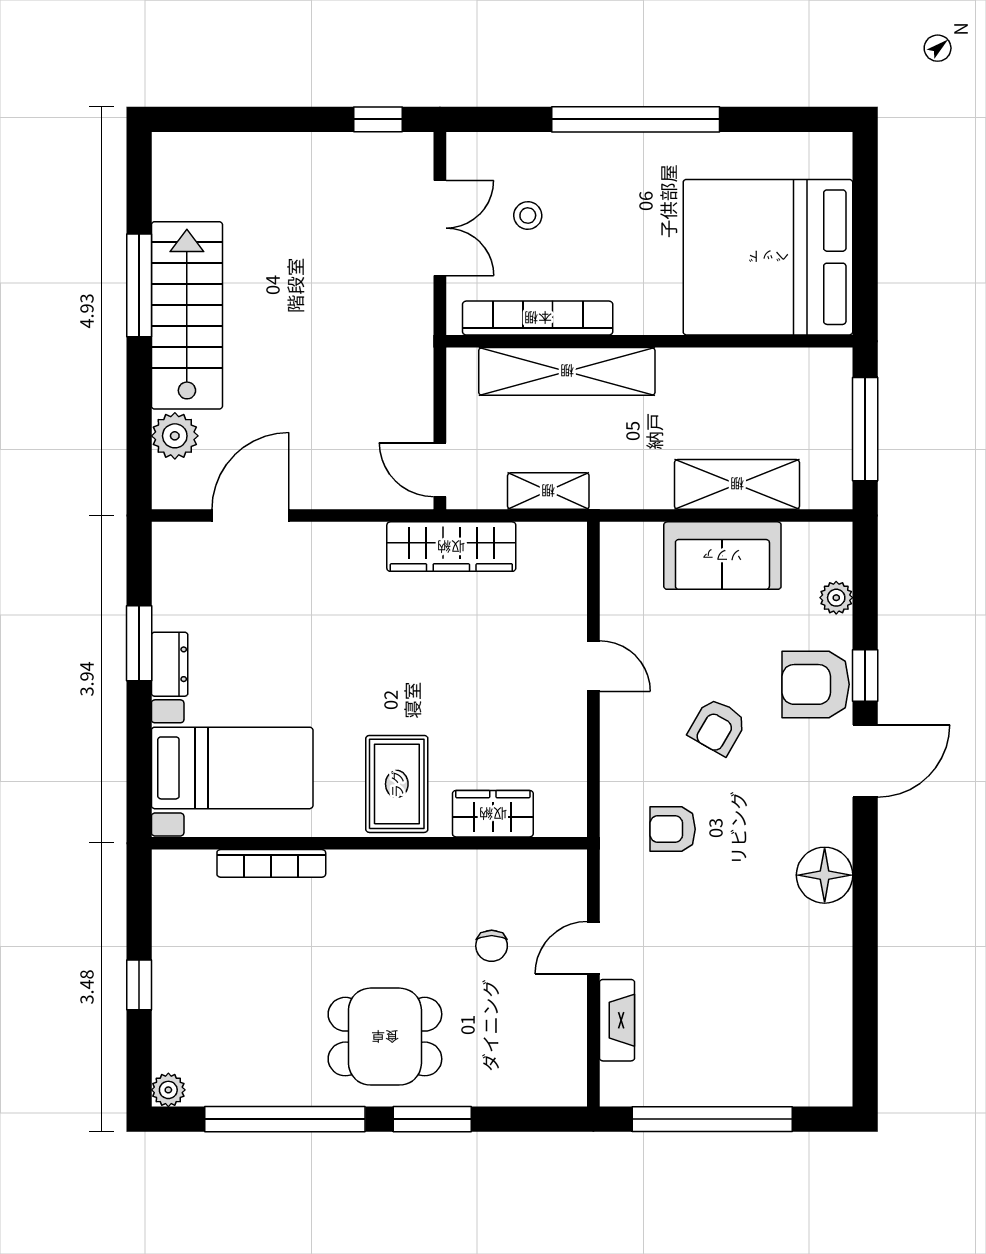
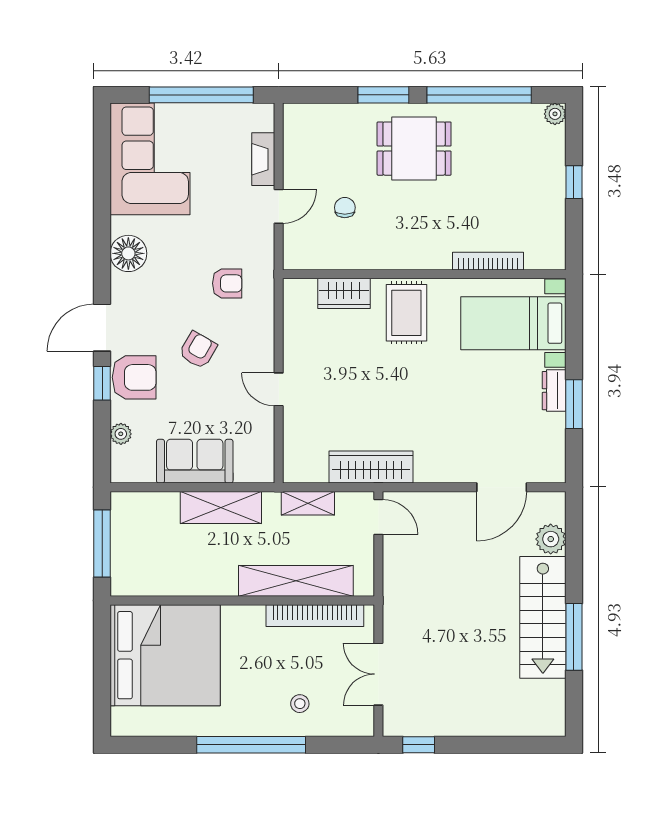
stool: (528, 215) -> (300, 704), moved
shelving: (737, 484) -> (221, 508), moved
corner sofa: (791, 1021) -> (150, 159), added

